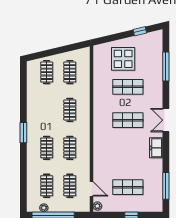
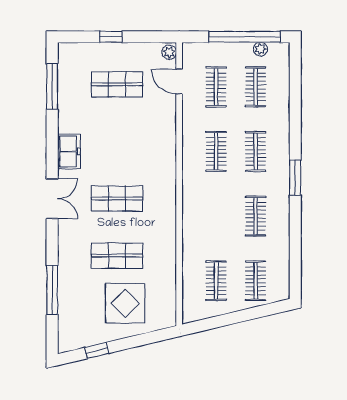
clothes rail: (70, 110) -> (256, 216), moved

